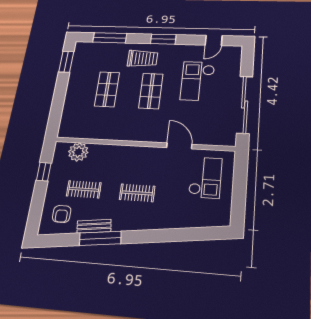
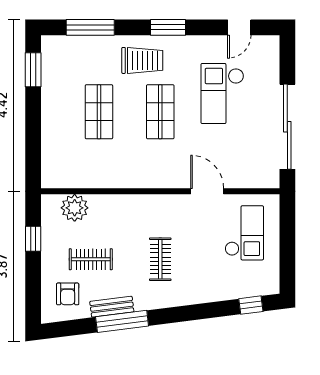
clothes rail: (137, 193) -> (160, 259), turned 90
window: (206, 234) -> (251, 305), added

